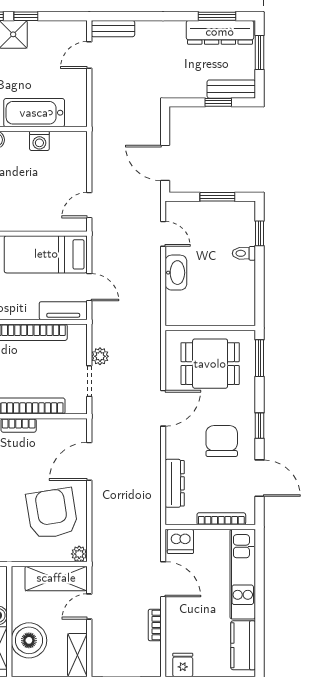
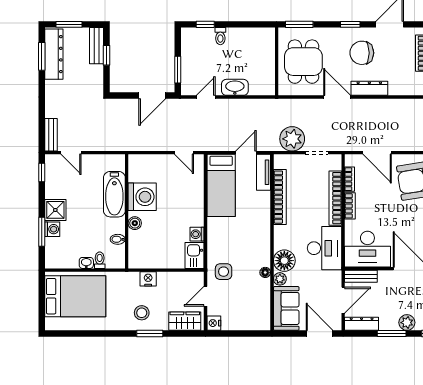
window: (26, 16) -> (42, 172), moved
washing machine: (39, 141) -> (142, 197), width x1.89, depth x1.89
window: (217, 197) -> (178, 70), moved
plant: (100, 356) -> (292, 139), width x1.88, depth x1.88
bookcase: (54, 425) -> (350, 179), added
dresser: (175, 483) -> (369, 88), moved

